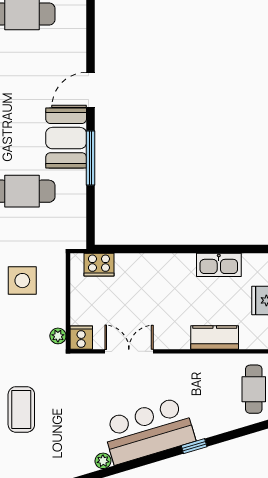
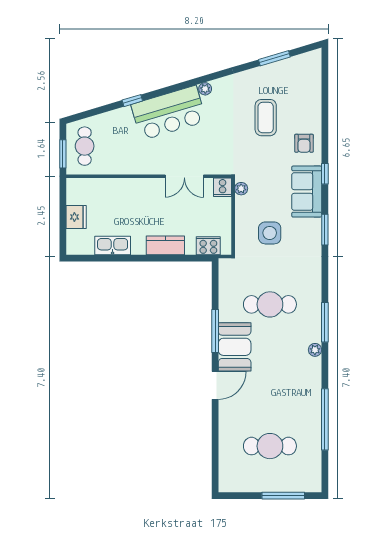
kitchen counter: (215, 337) -> (165, 245), moved, turned 180
coffee table: (21, 409) -> (266, 118), moved

